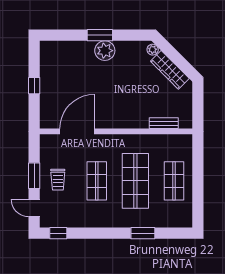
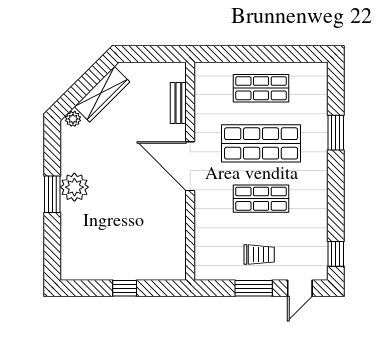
door: (77, 131) -> (190, 166), moved

